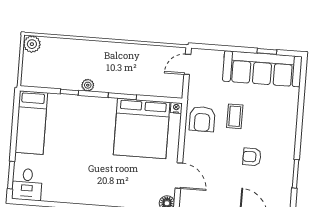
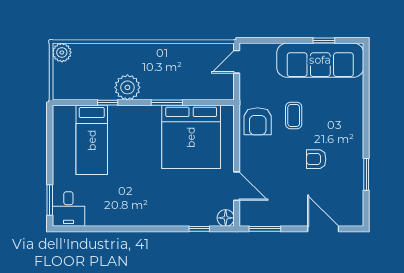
plant: (88, 85) -> (127, 87), width x1.88, depth x1.88
nightstand: (176, 108) -> (228, 111), removed
bed: (31, 123) -> (92, 140), moved

